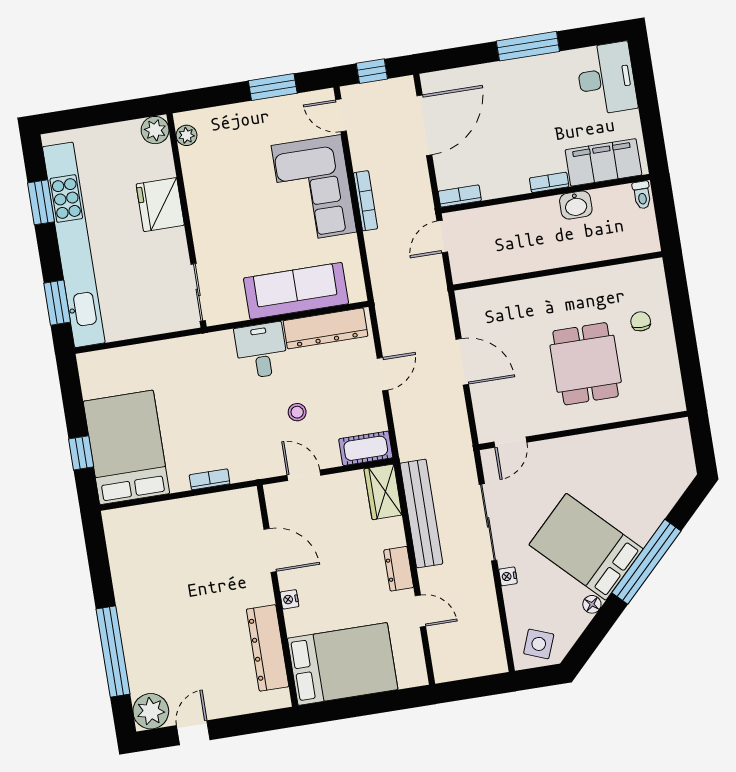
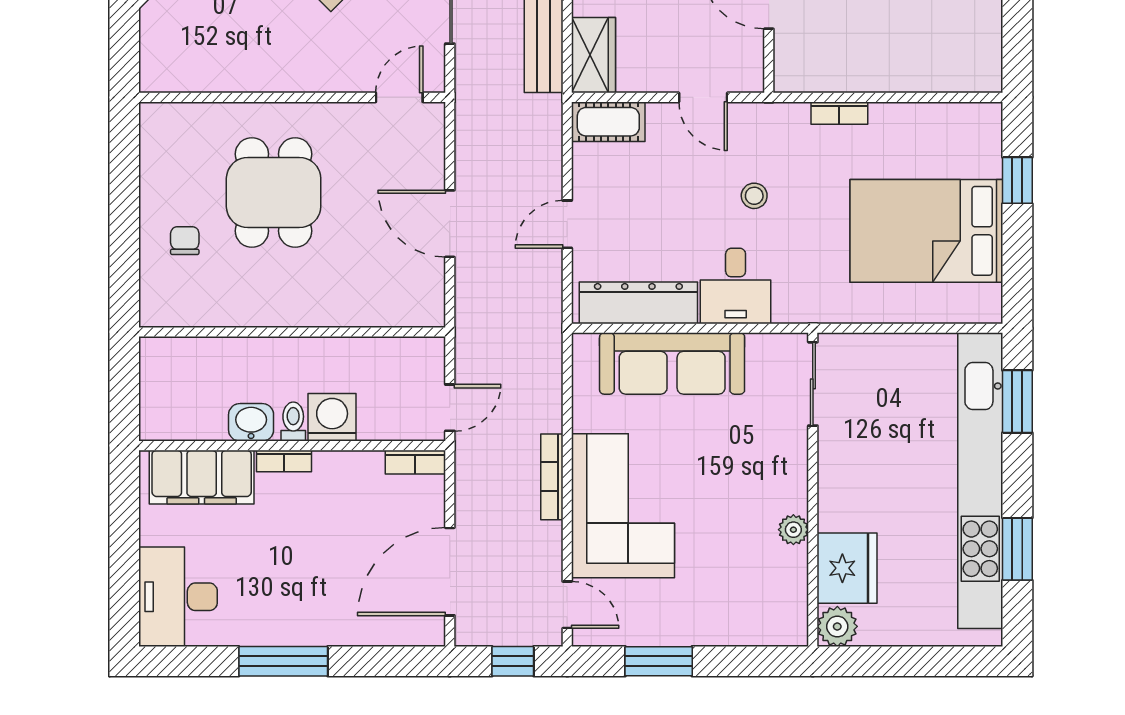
plant: (186, 135) -> (793, 530), moved
toilet: (642, 195) -> (293, 422), moved
fridge: (160, 205) -> (847, 568), moved
washing machine: (521, 217) -> (332, 417), added
chair: (641, 321) -> (185, 241), turned 180
stool: (297, 412) -> (754, 196), moved
bed: (126, 447) -> (926, 231), moved, turned 90

